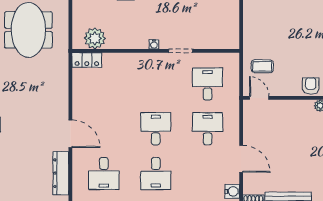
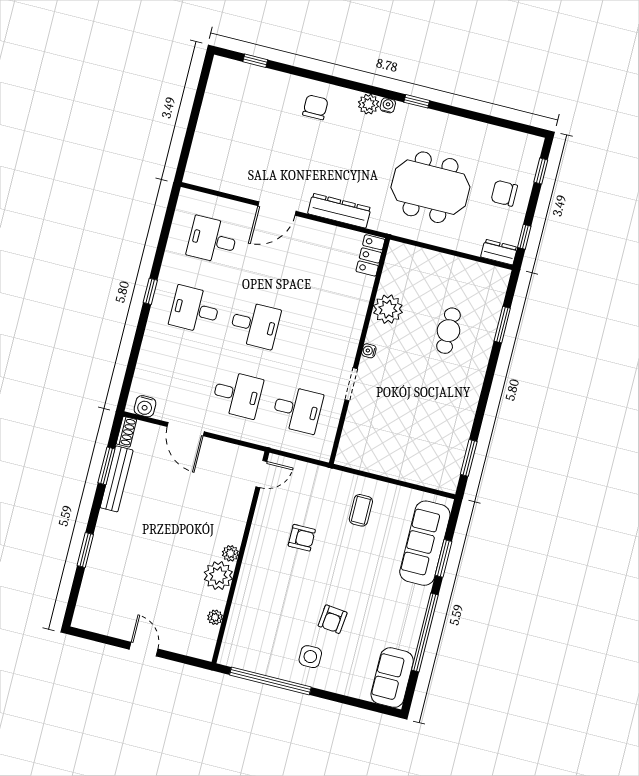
plant: (95, 38) -> (388, 309), moved
coffee table: (262, 66) -> (361, 510), moved
armchair: (311, 86) -> (302, 538), moved
door: (241, 159) -> (186, 429), hinge flipped
dresser: (61, 173) -> (339, 211), moved

